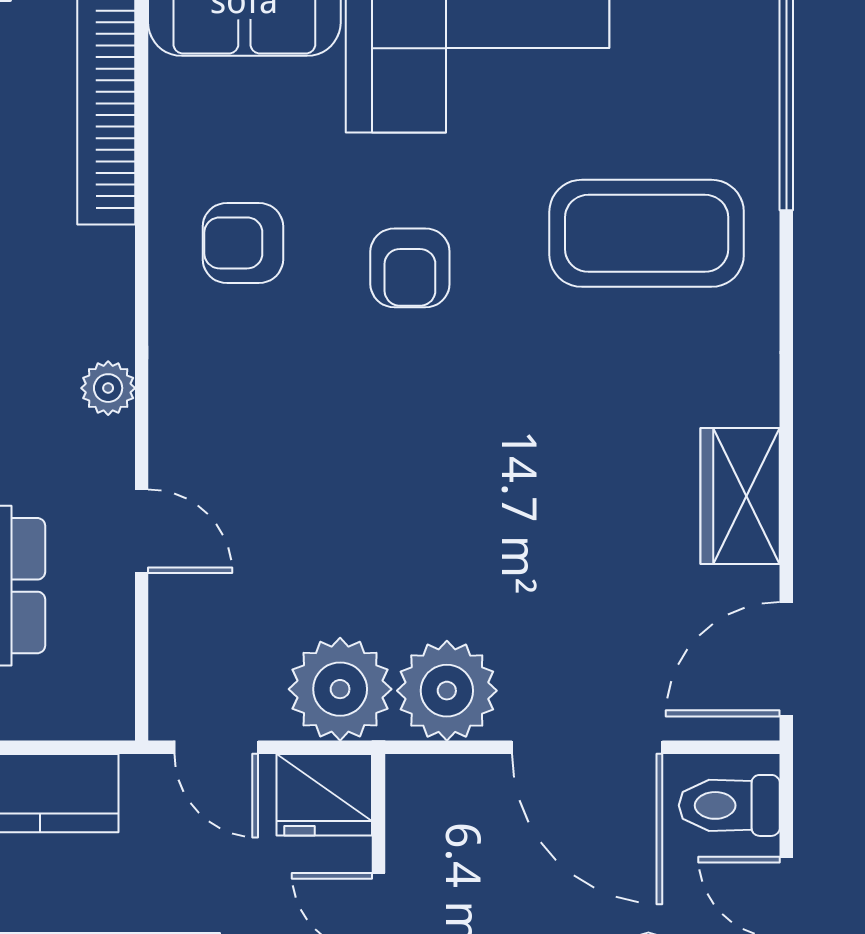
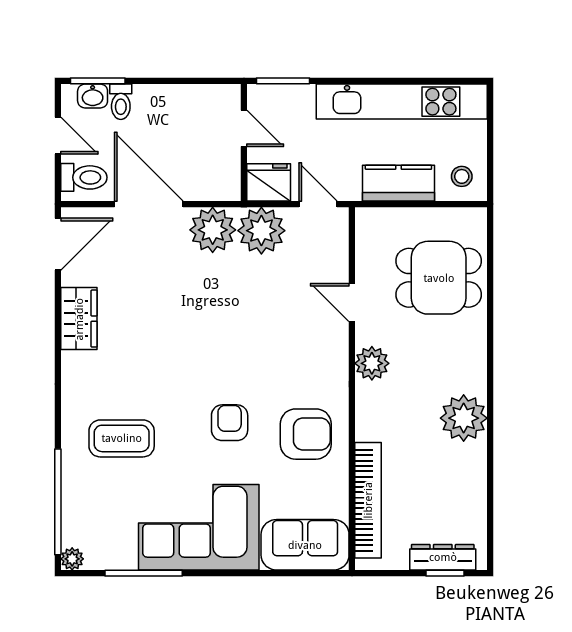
coffee table: (647, 233) -> (122, 438), width x0.73, depth x0.76
armchair: (243, 243) -> (306, 434), width x1.38, depth x1.38
plant: (108, 388) -> (372, 363), width x1.38, depth x1.38

